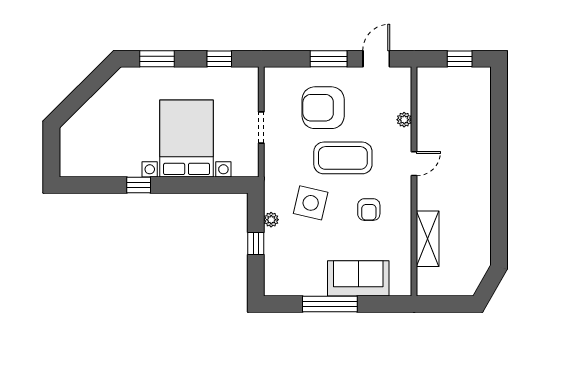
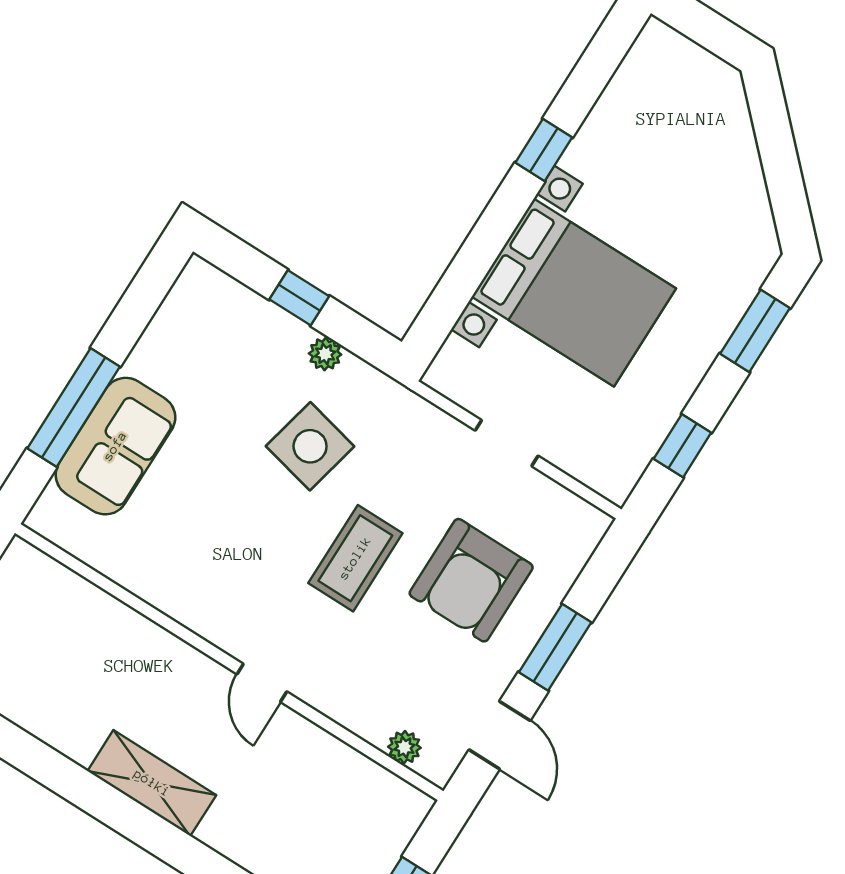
armchair: (323, 108) -> (471, 580), turned 180
plant: (404, 120) -> (404, 747), moved
coffee table: (343, 158) -> (355, 558), width x0.73, depth x0.76
armchair: (369, 210) -> (230, 546), removed
shelving: (428, 239) -> (152, 783), moved
window: (330, 304) -> (74, 408), moved

